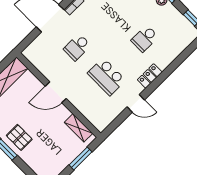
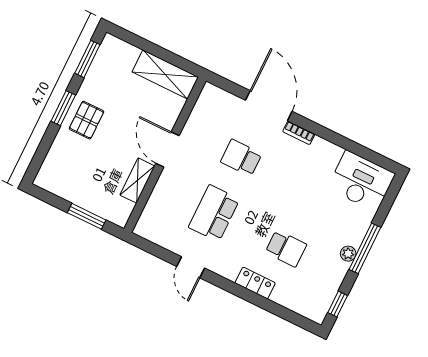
school desk: (145, 39) -> (286, 248), turned 180
locker: (150, 76) -> (255, 283), moved
shelving: (78, 128) -> (137, 181), moved

